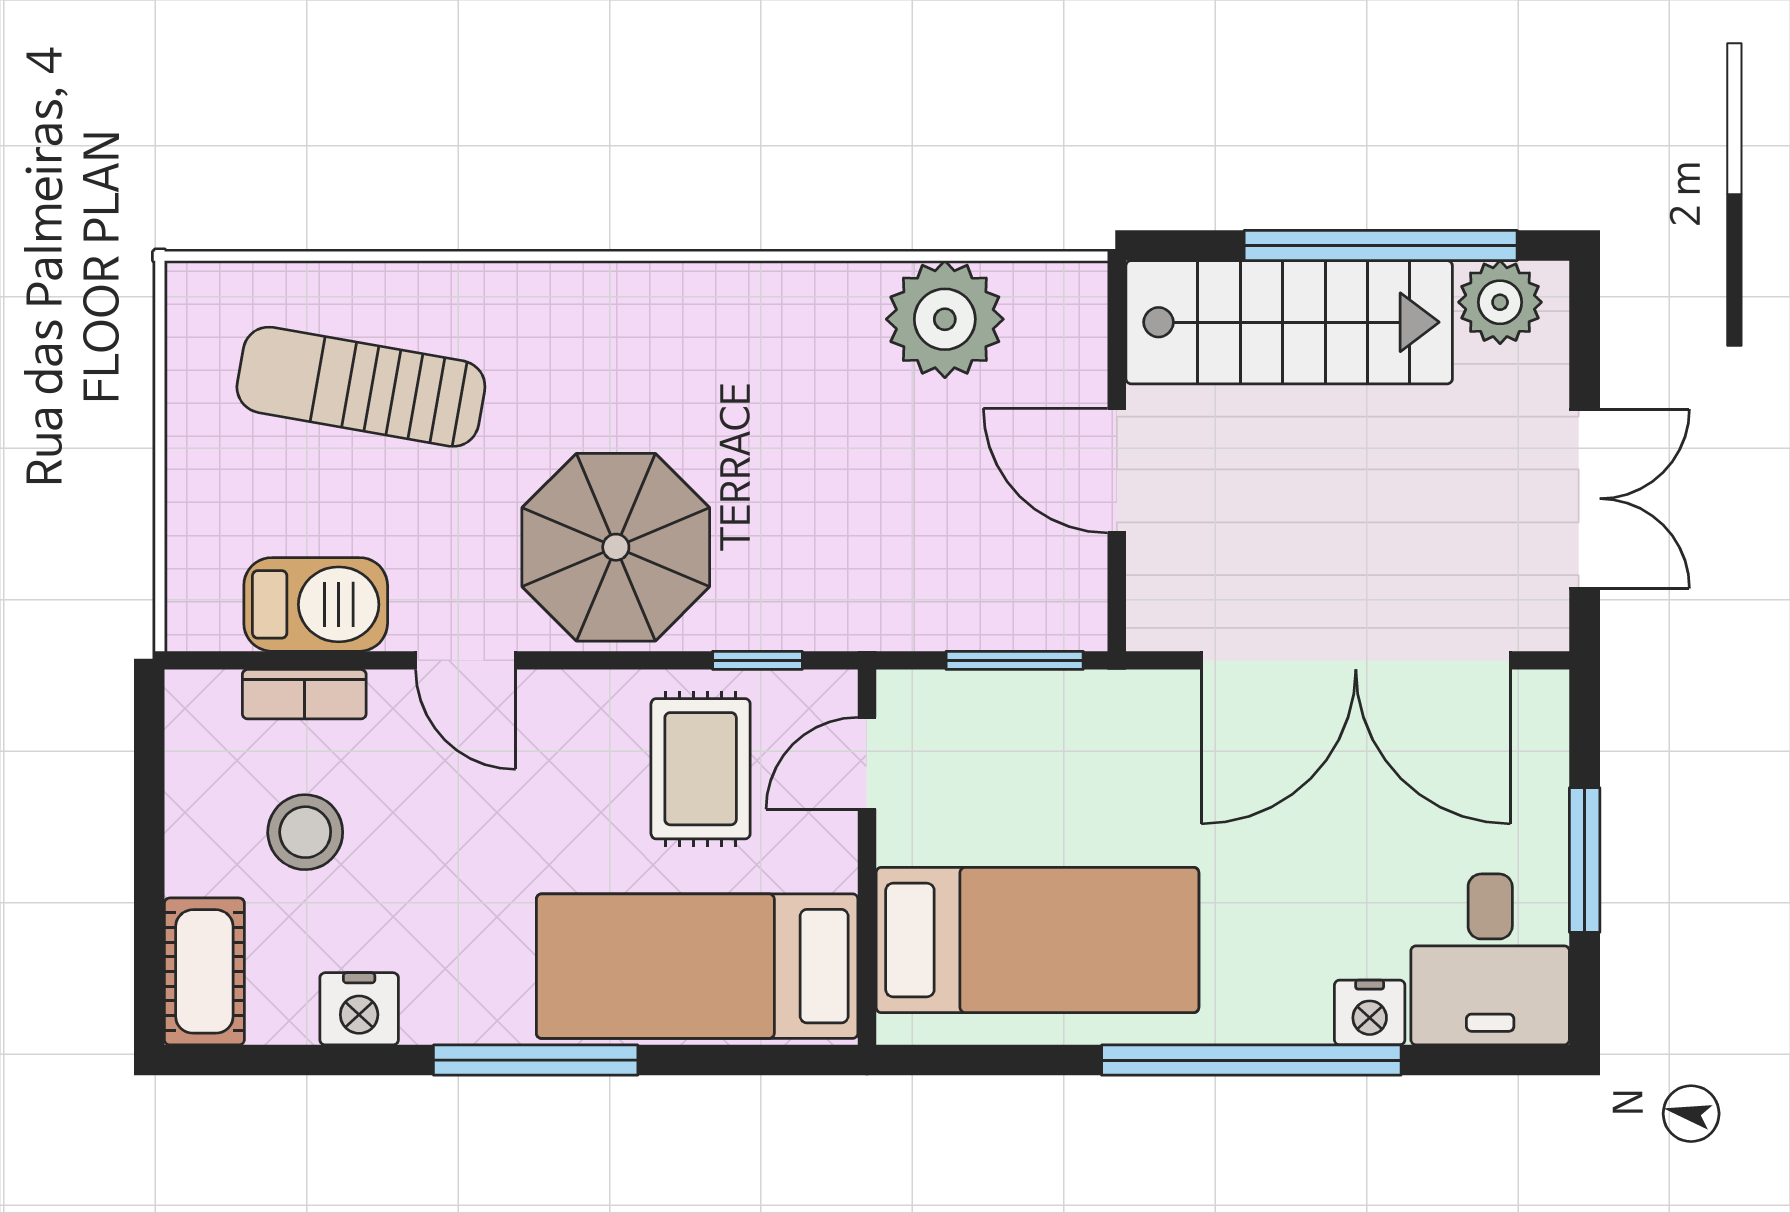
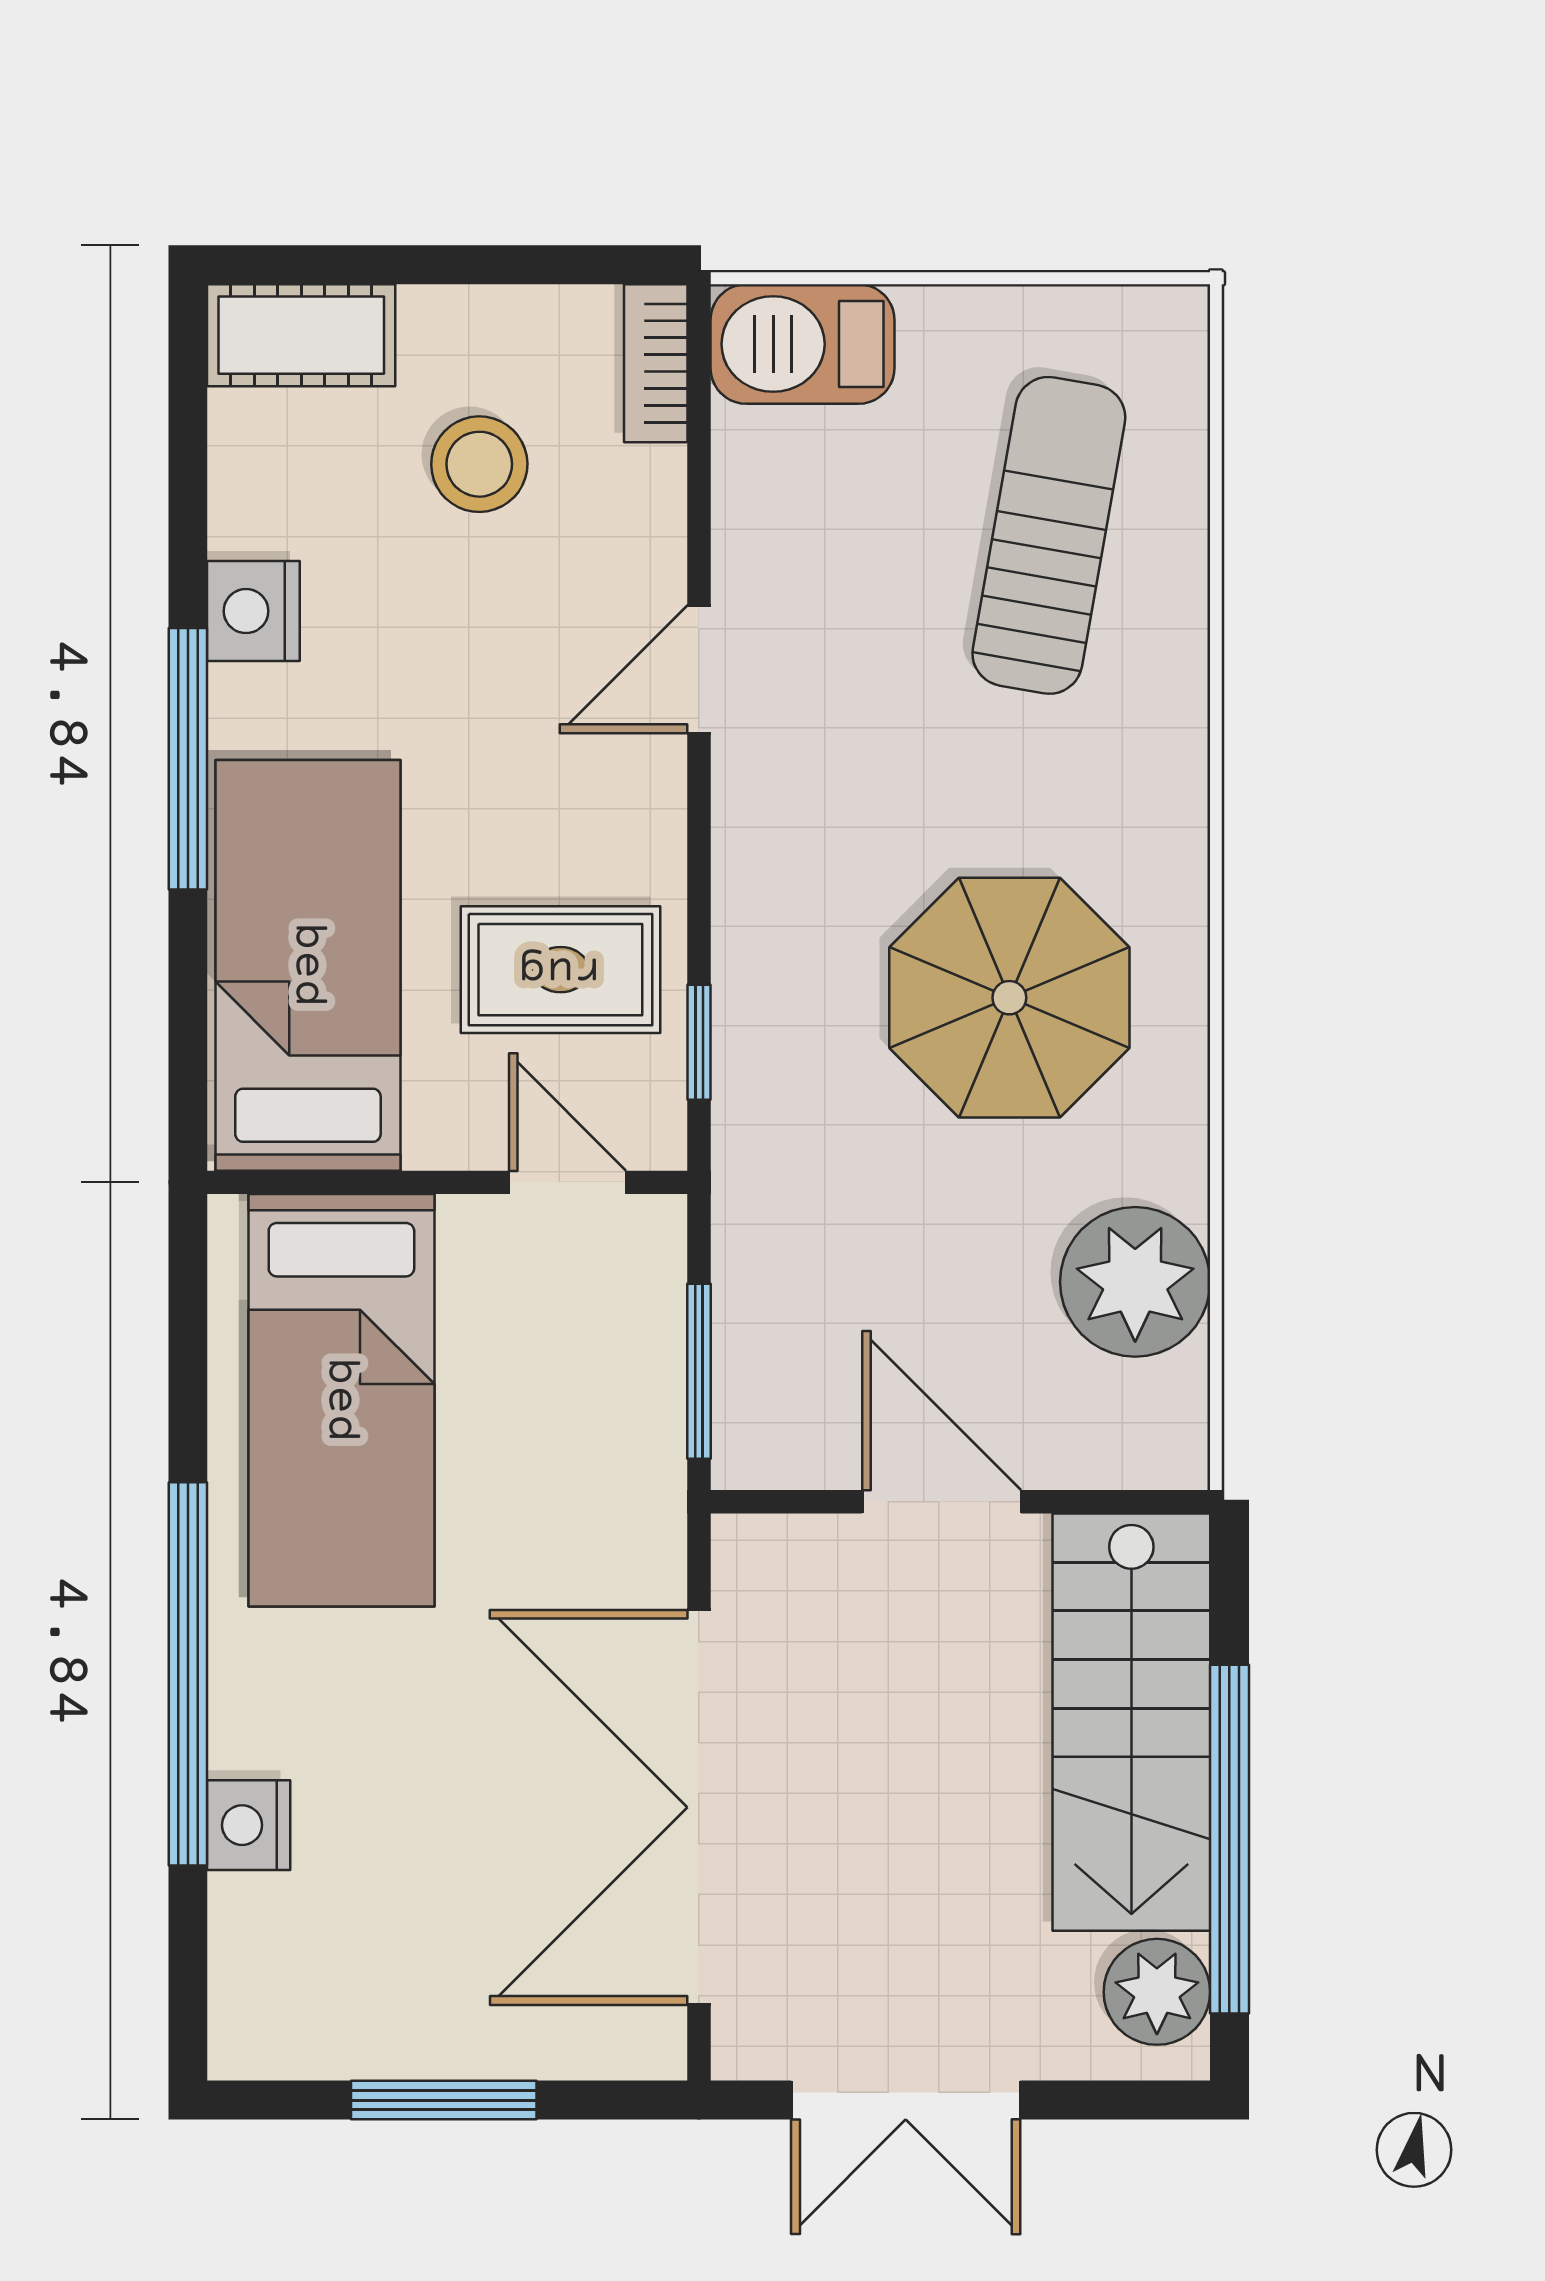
door: (1117, 471) -> (942, 1502), hinge flipped
parasol: (616, 547) -> (1009, 998), moved
barbecue: (316, 604) -> (802, 344), moved, turned 90
bookcase: (304, 694) -> (656, 363), moved
desk: (1490, 959) -> (317, 1979), removed
nightstand: (359, 1009) -> (253, 611), moved

